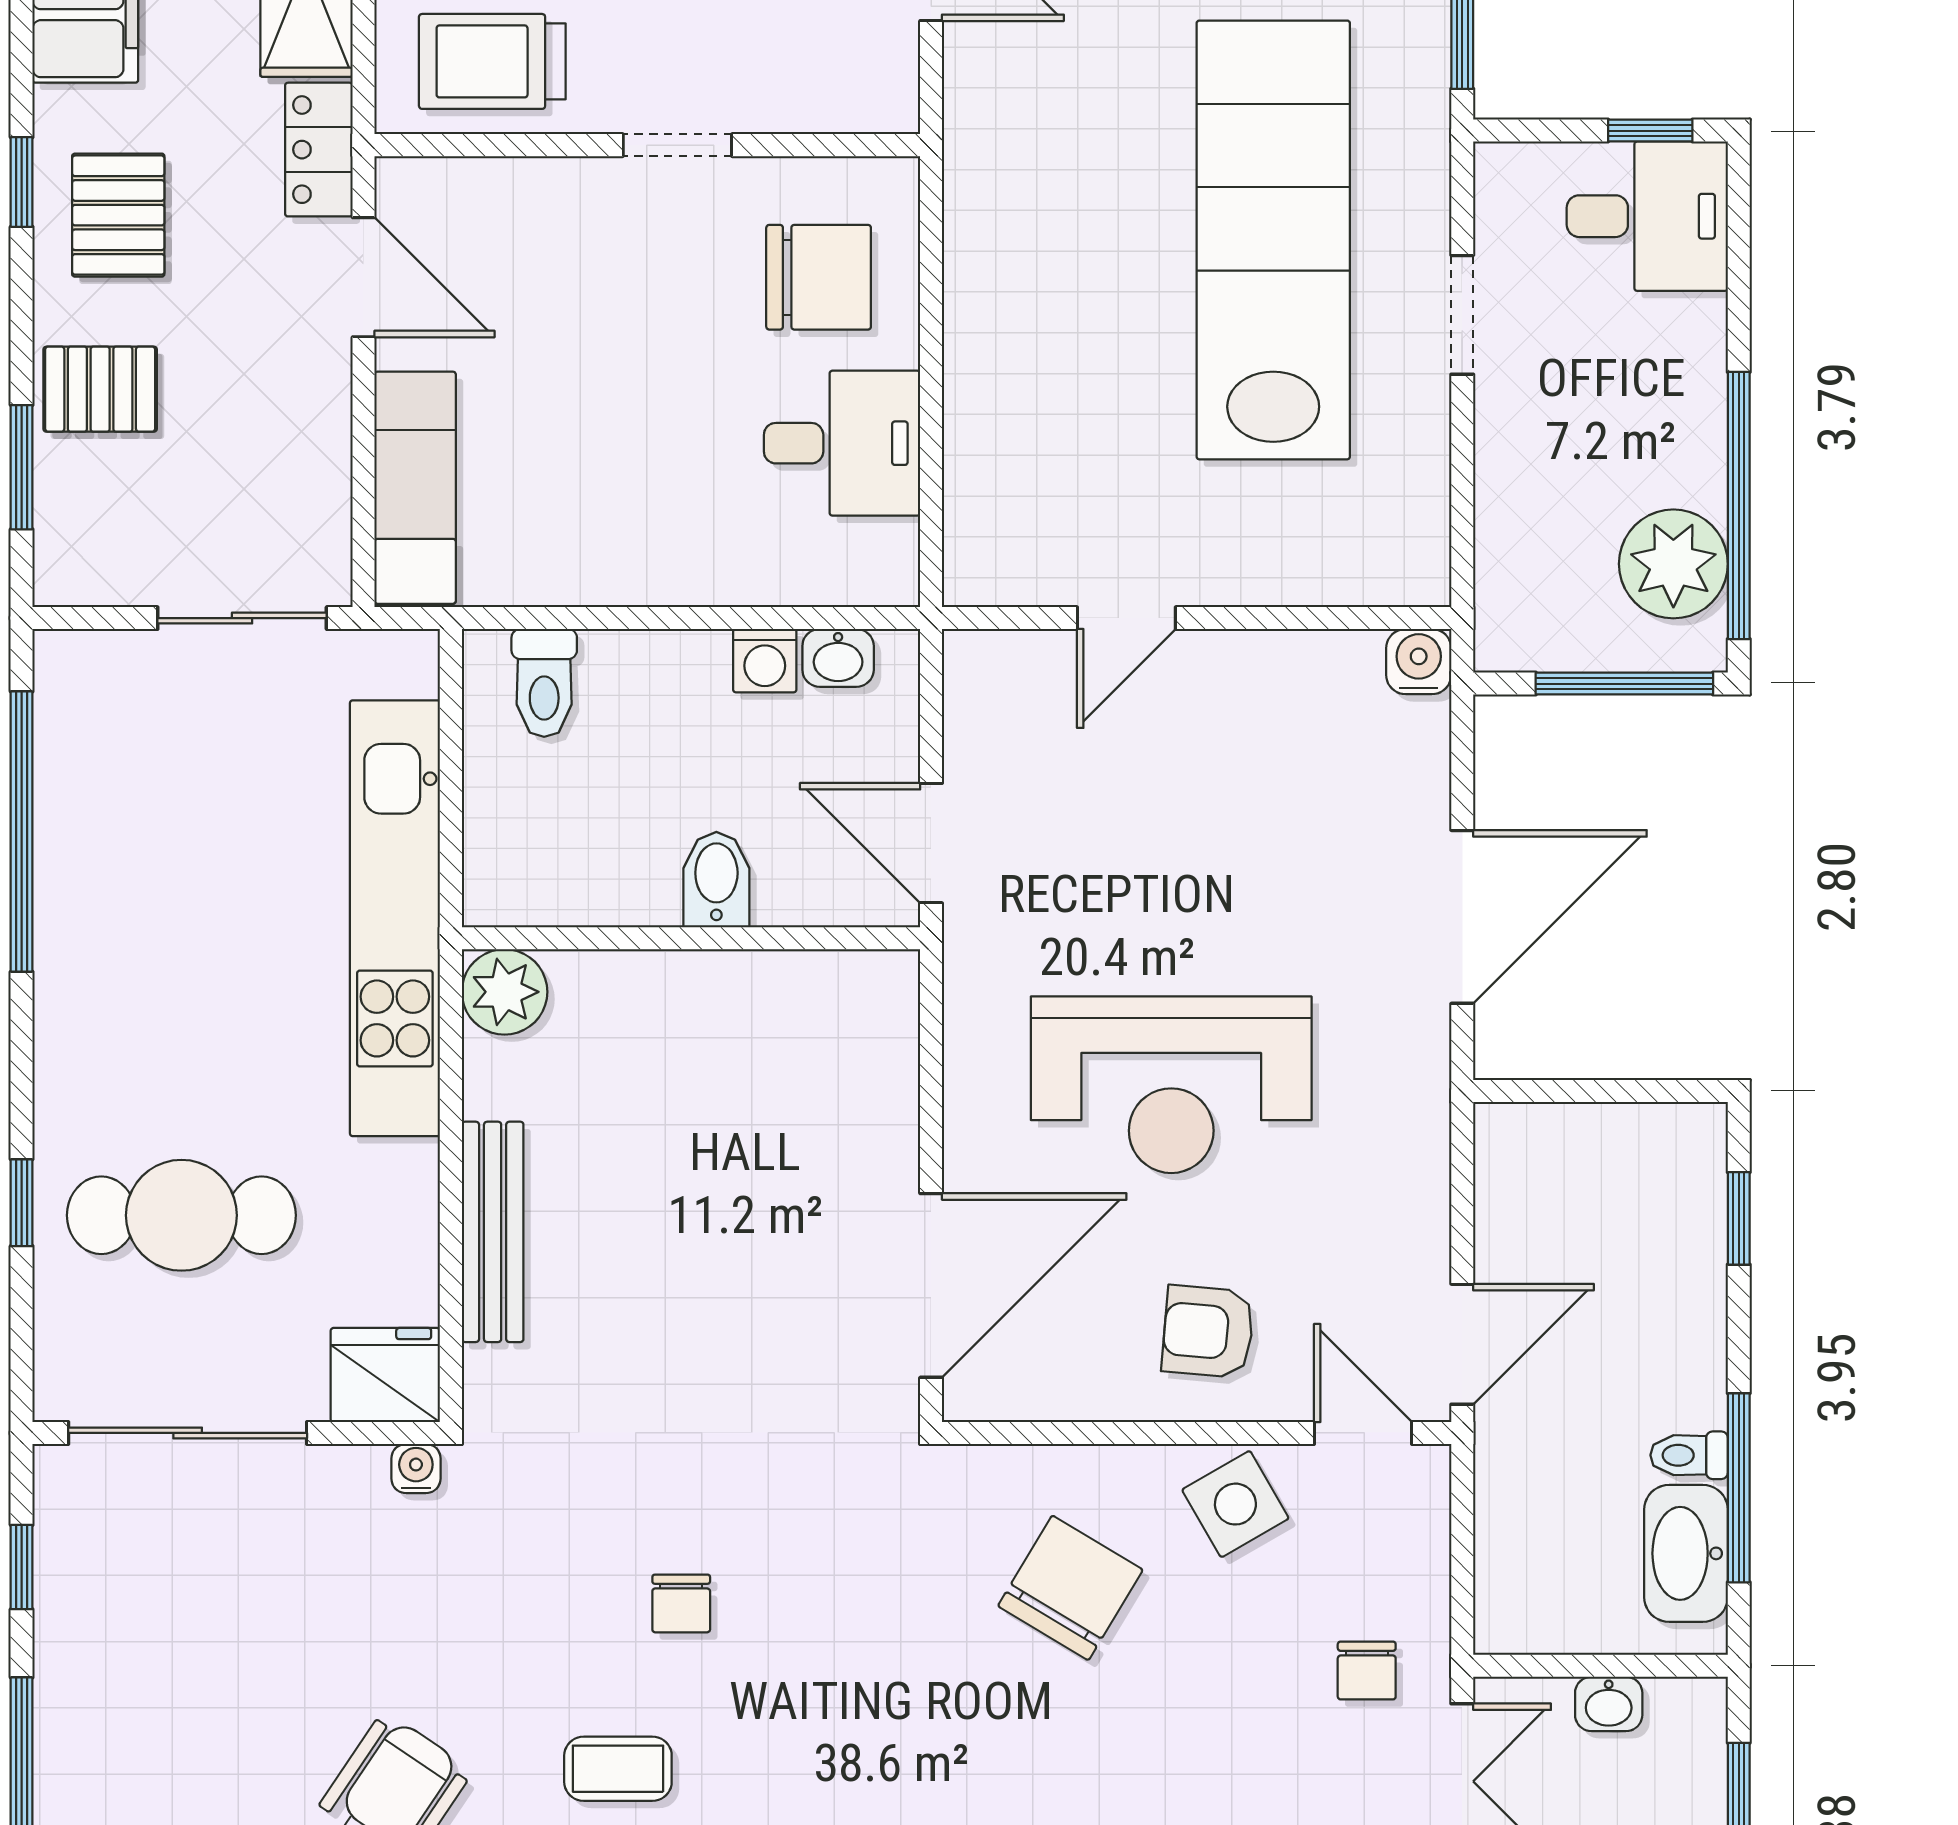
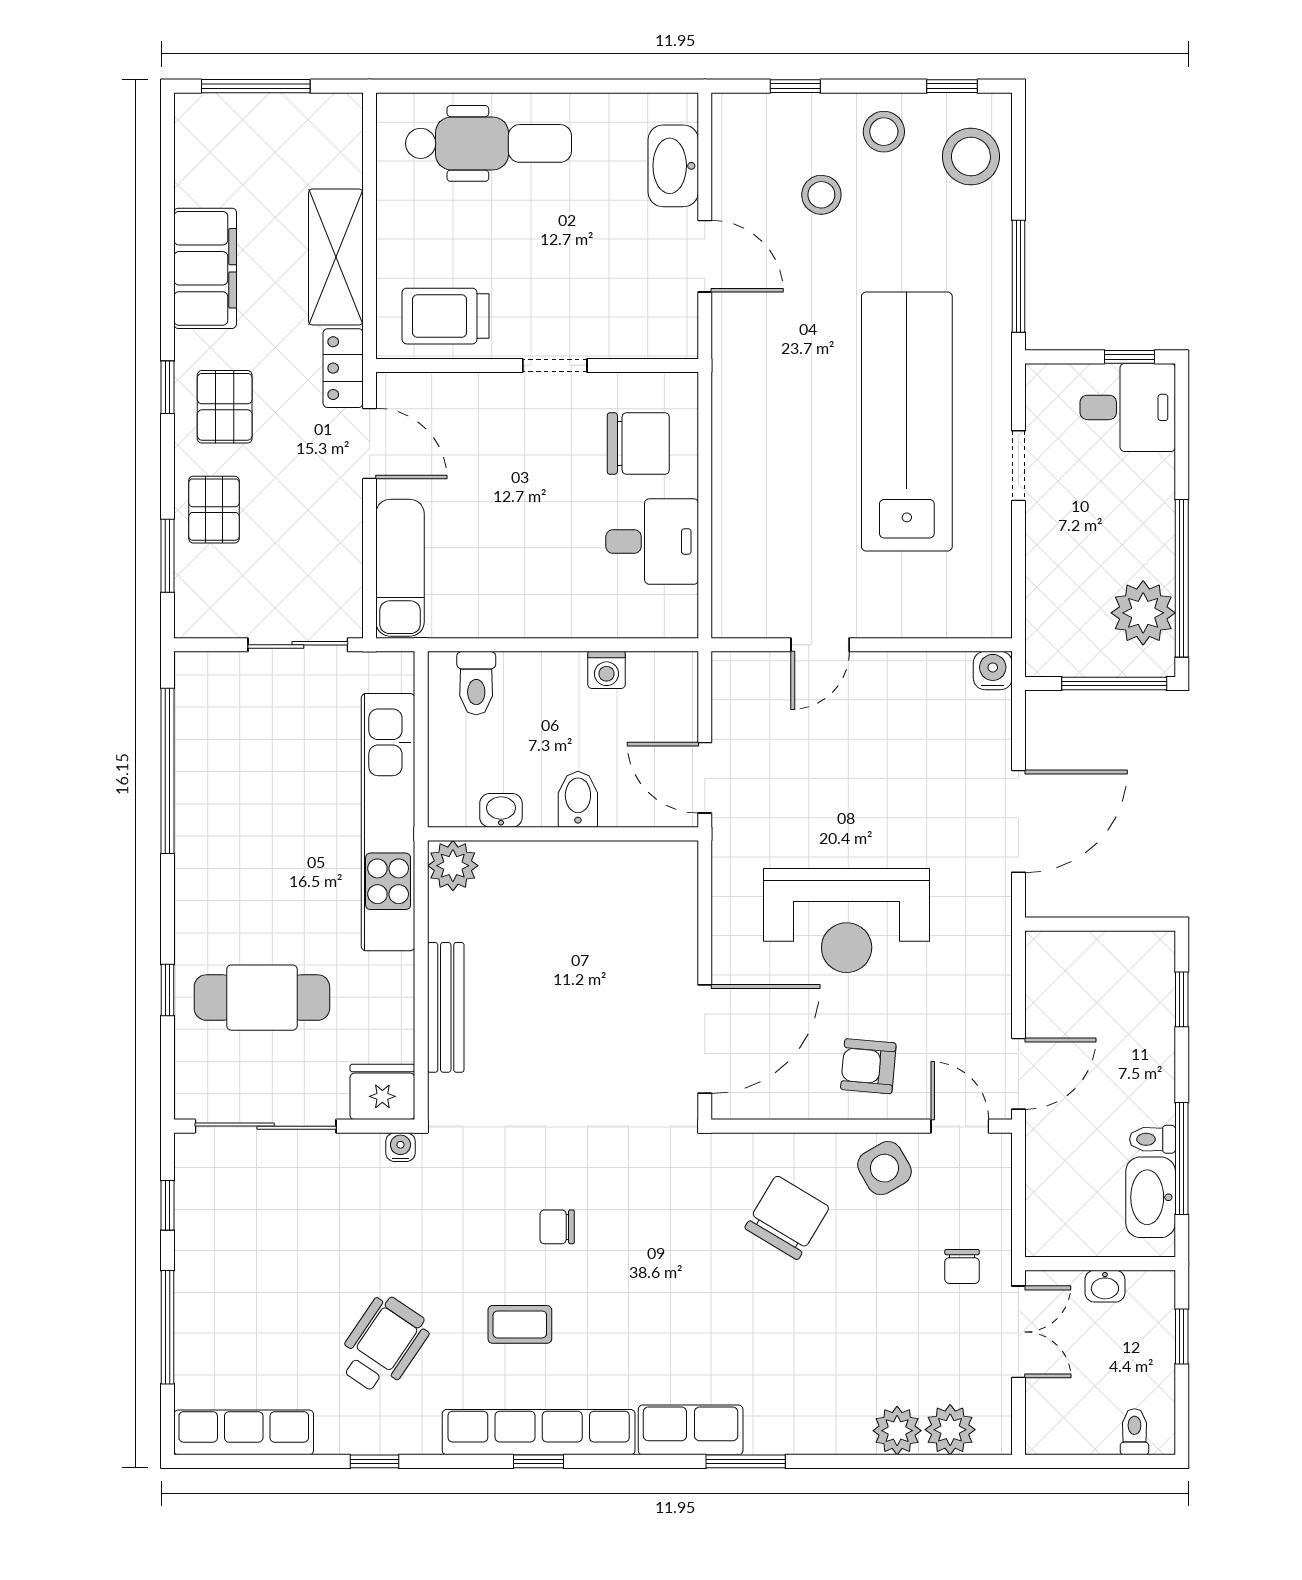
pallet: (100, 389) -> (214, 510), turned 90
washbasin: (838, 658) -> (501, 810), moved, turned 180
chair: (681, 1603) -> (557, 1227), turned 90

